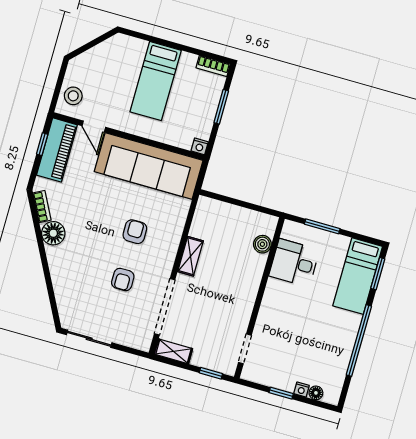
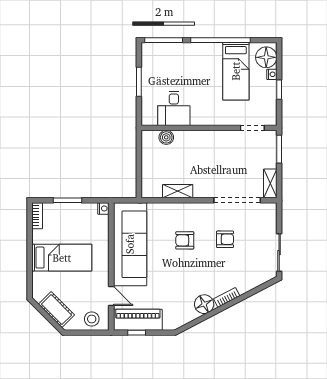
cot: (96, 57) -> (57, 310), added
door: (94, 126) -> (111, 296), hinge flipped
bookcase: (42, 207) -> (227, 297), moved
window: (322, 226) -> (139, 82), moved
shelving: (191, 256) -> (178, 191), moved
window: (378, 274) -> (164, 40), width x1.44
bed: (358, 276) -> (236, 71), moved, turned 90
window: (211, 373) -> (279, 149), width x1.50
floor lamp: (316, 393) -> (266, 57), width x1.89, depth x1.89

